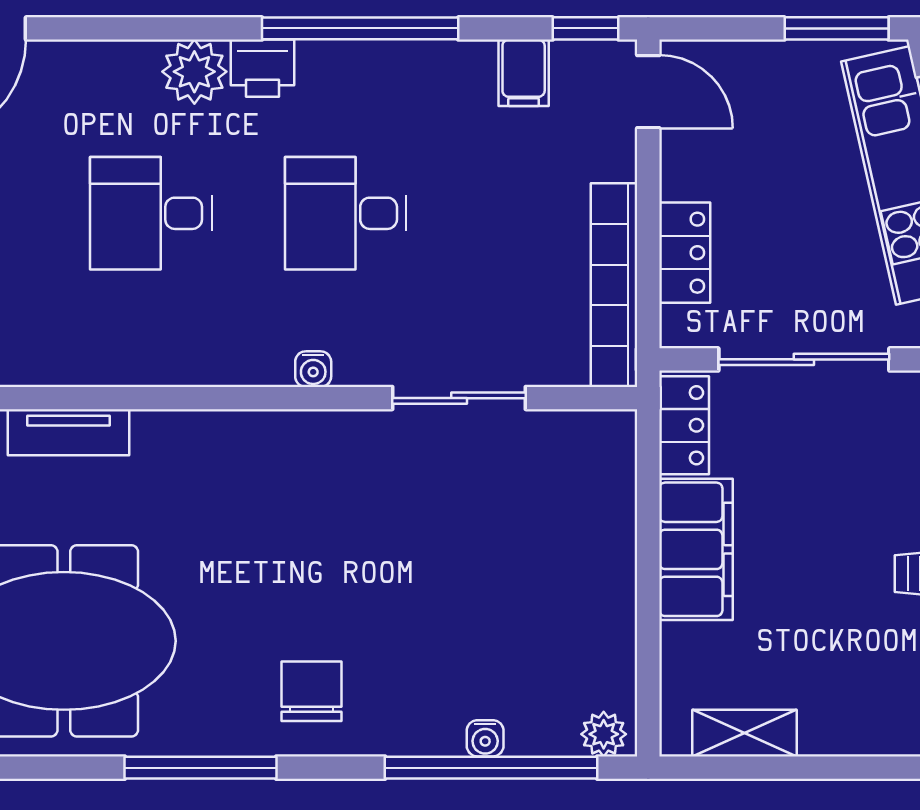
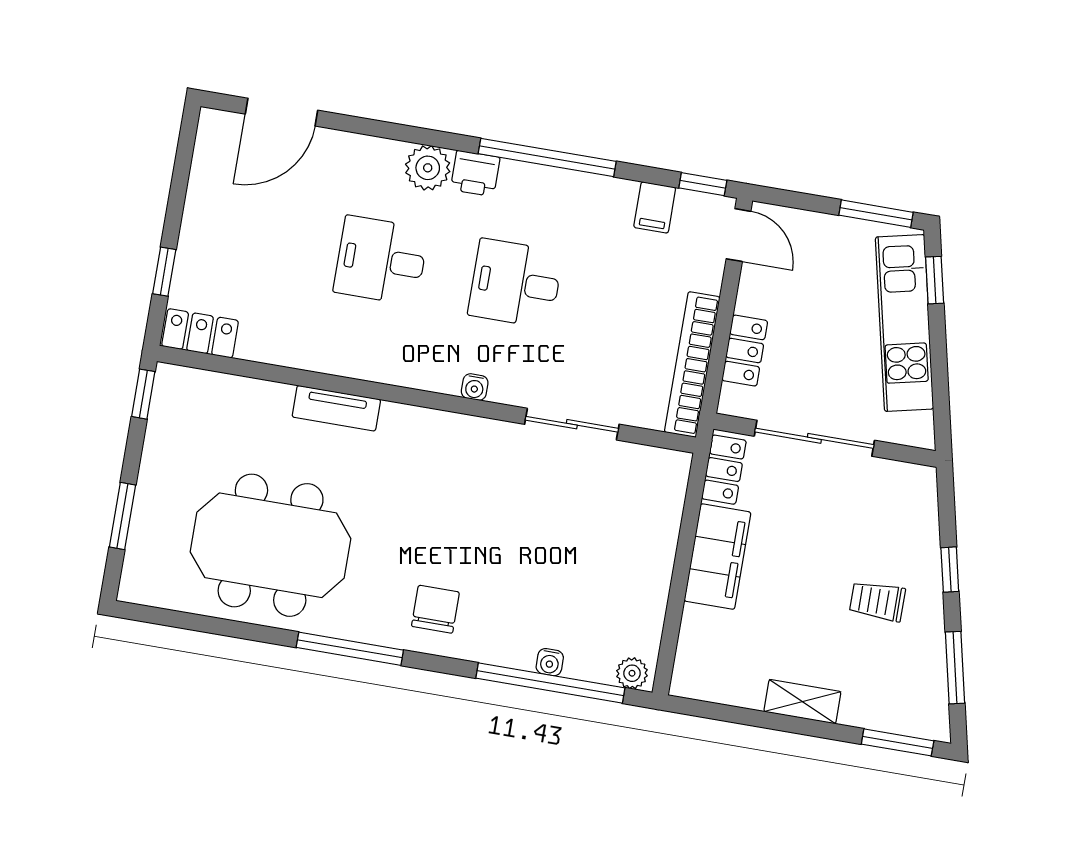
tv unit: (68, 432) -> (336, 408), moved
shelving: (744, 733) -> (802, 702), moved

